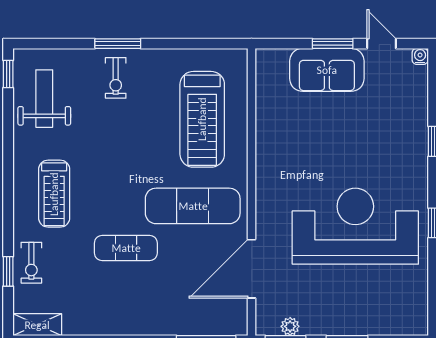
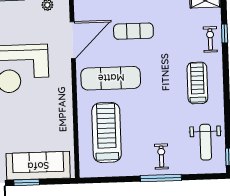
window: (118, 44) -> (161, 178), width x1.44
sofa: (327, 70) -> (38, 166), width x1.36
exercise mat: (126, 248) -> (133, 31), moved

